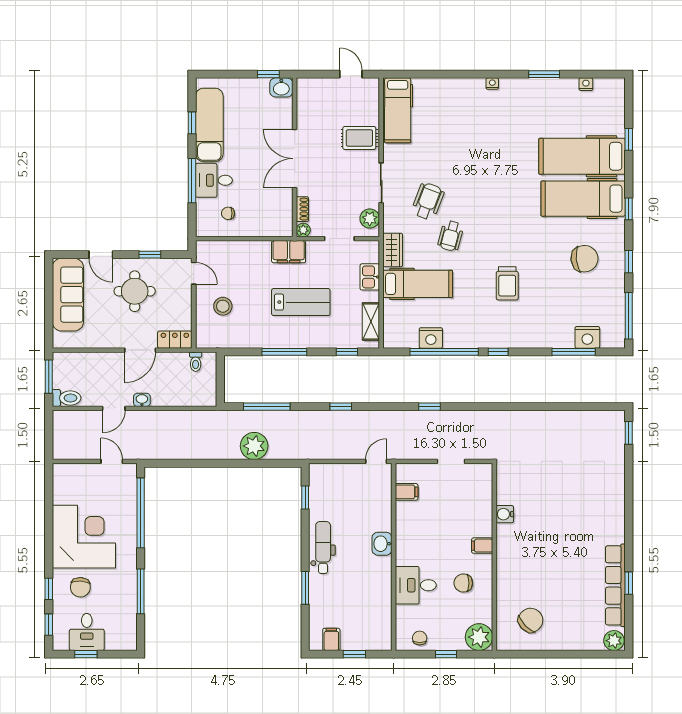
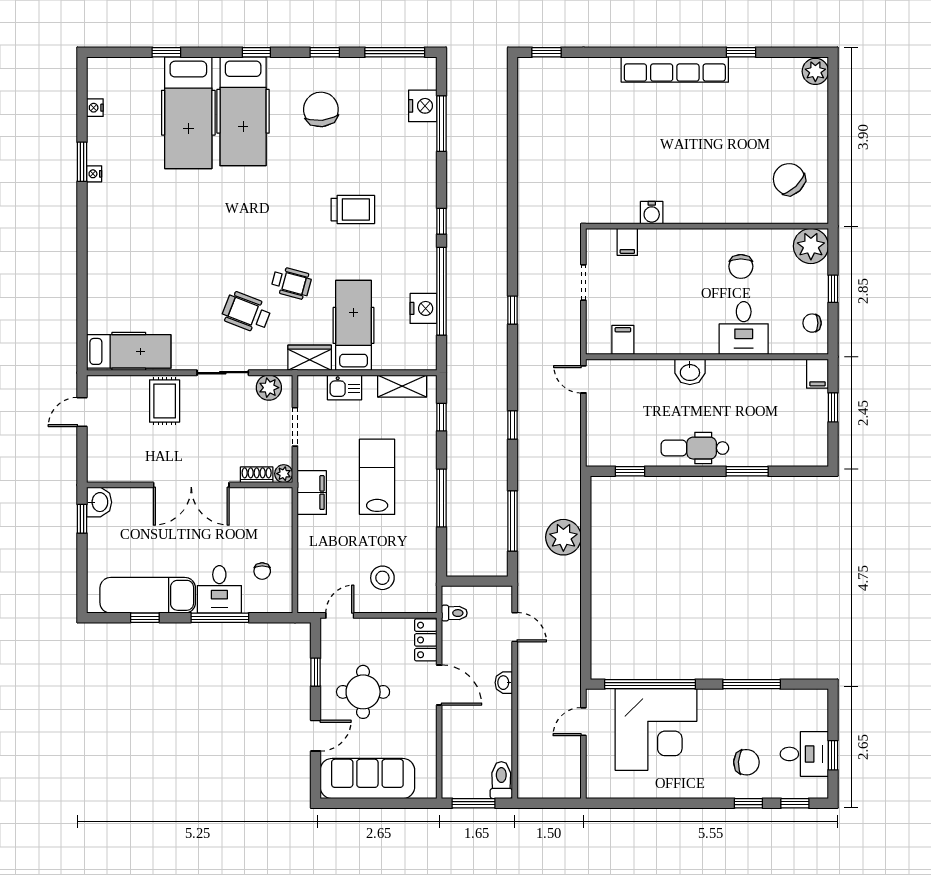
nightstand: (492, 84) -> (94, 174), moved
door: (114, 408) -> (515, 627), moved
corner desk: (84, 537) -> (656, 730), moved, turned 180
filing cabinet: (482, 546) -> (627, 242), moved
row of seats: (615, 585) -> (675, 69), moved
filing cabinet: (331, 639) -> (817, 374), moved, turned -90

